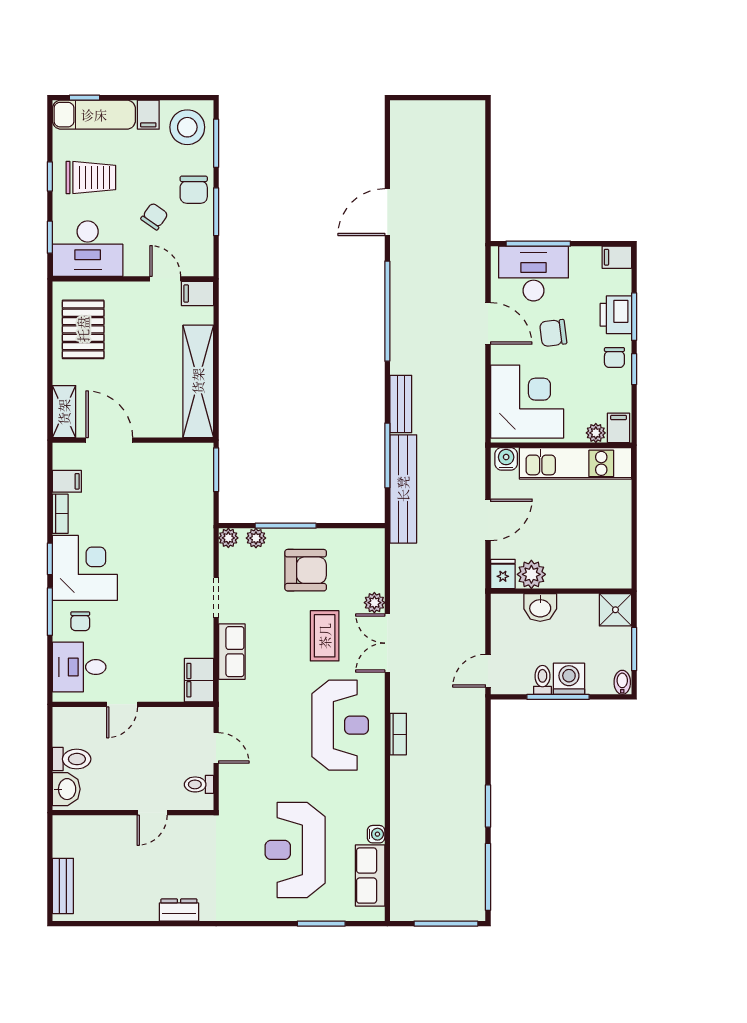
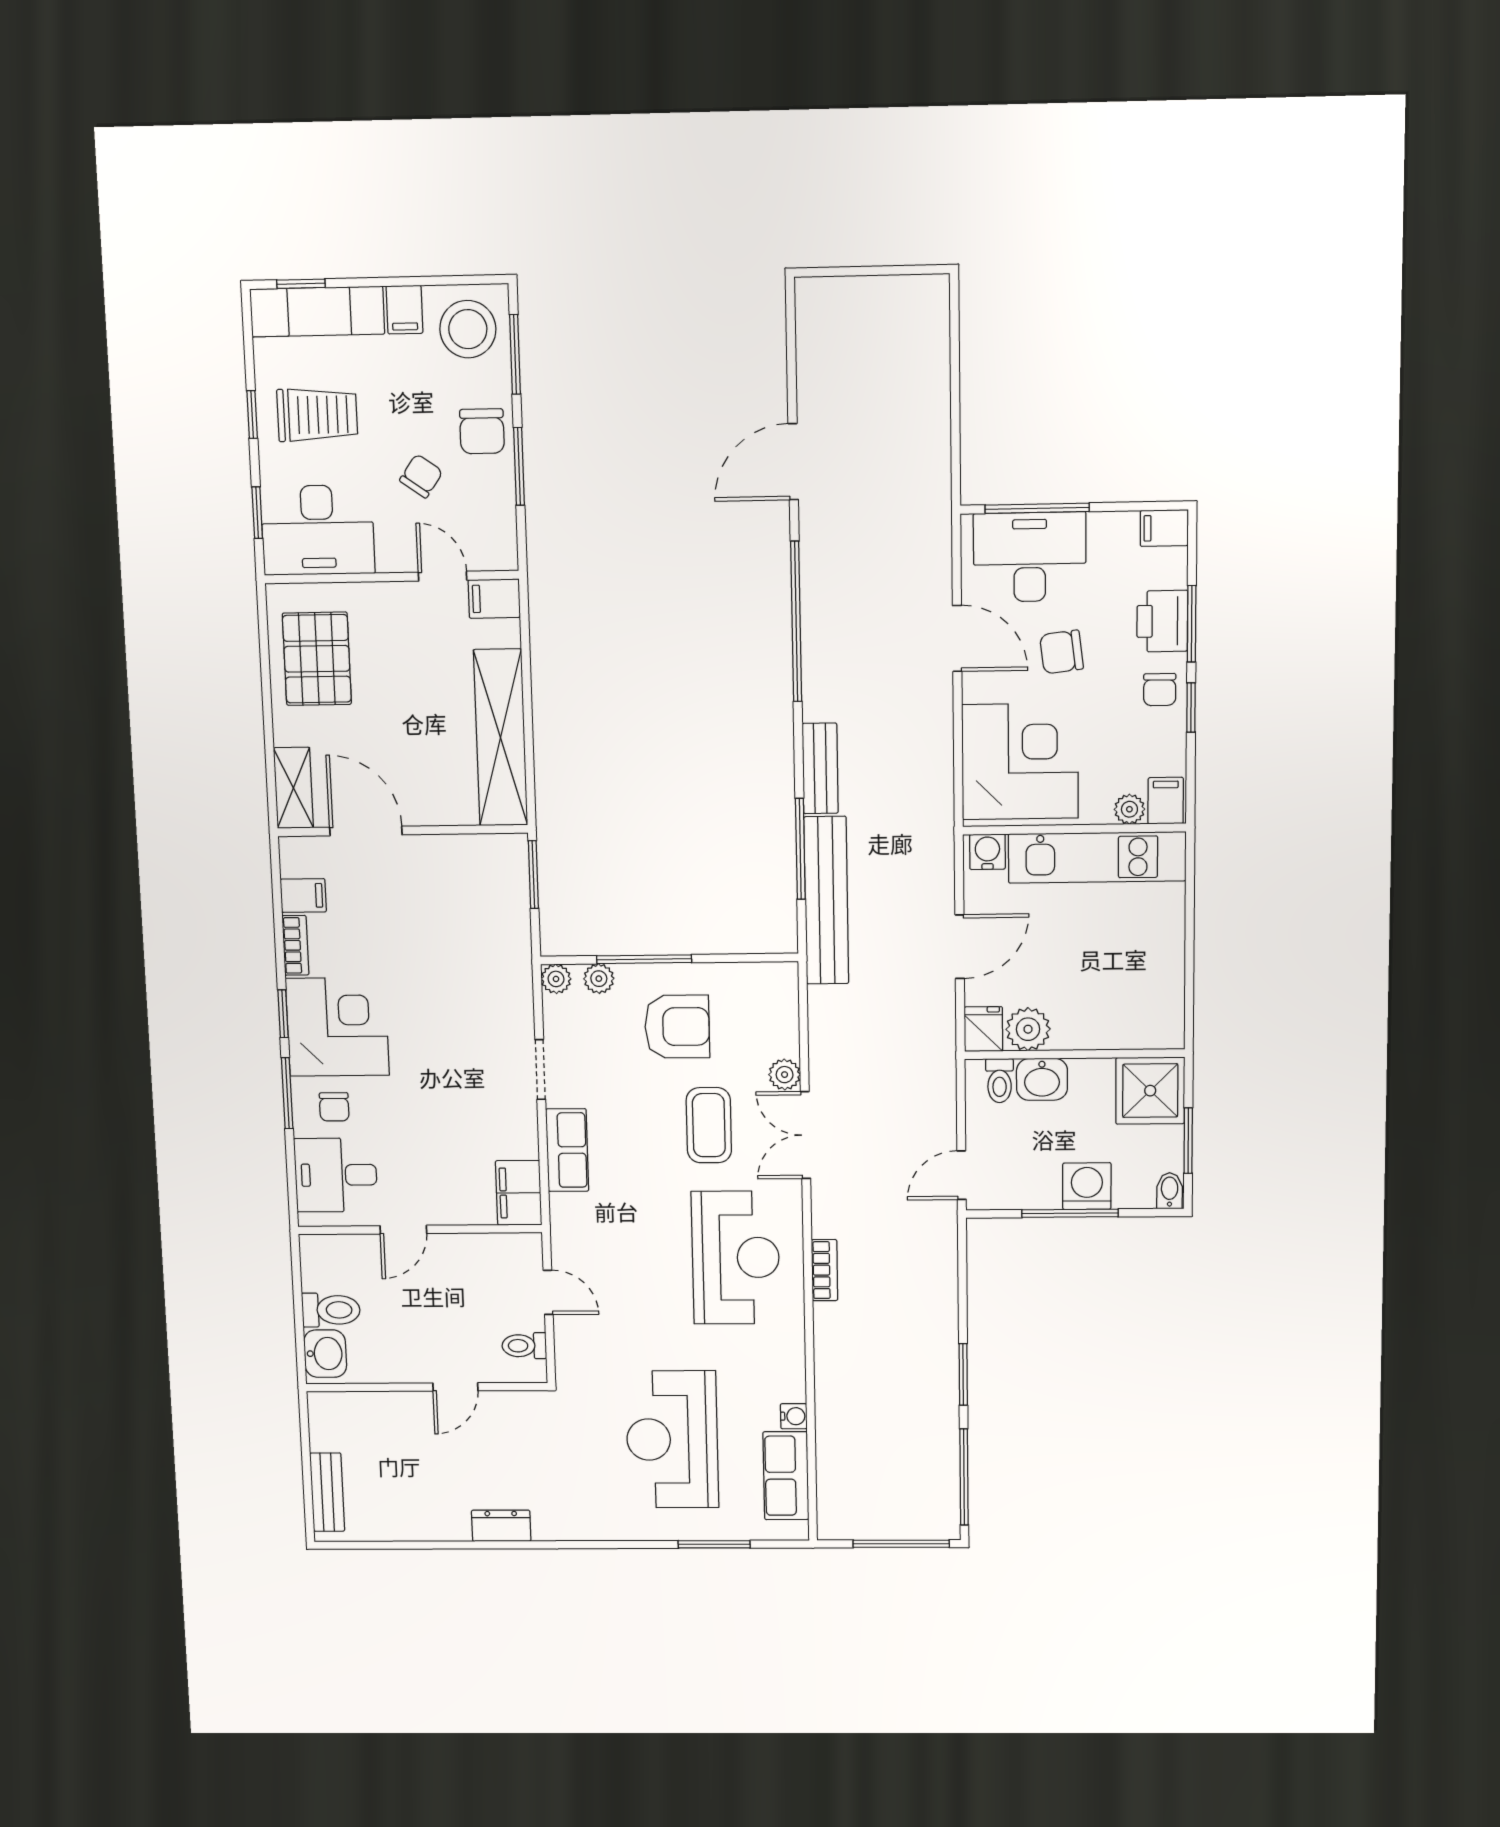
shower: (615, 610) -> (1150, 1091), width x1.36, depth x1.36
toilet: (542, 680) -> (1000, 1081), moved, turned 180

